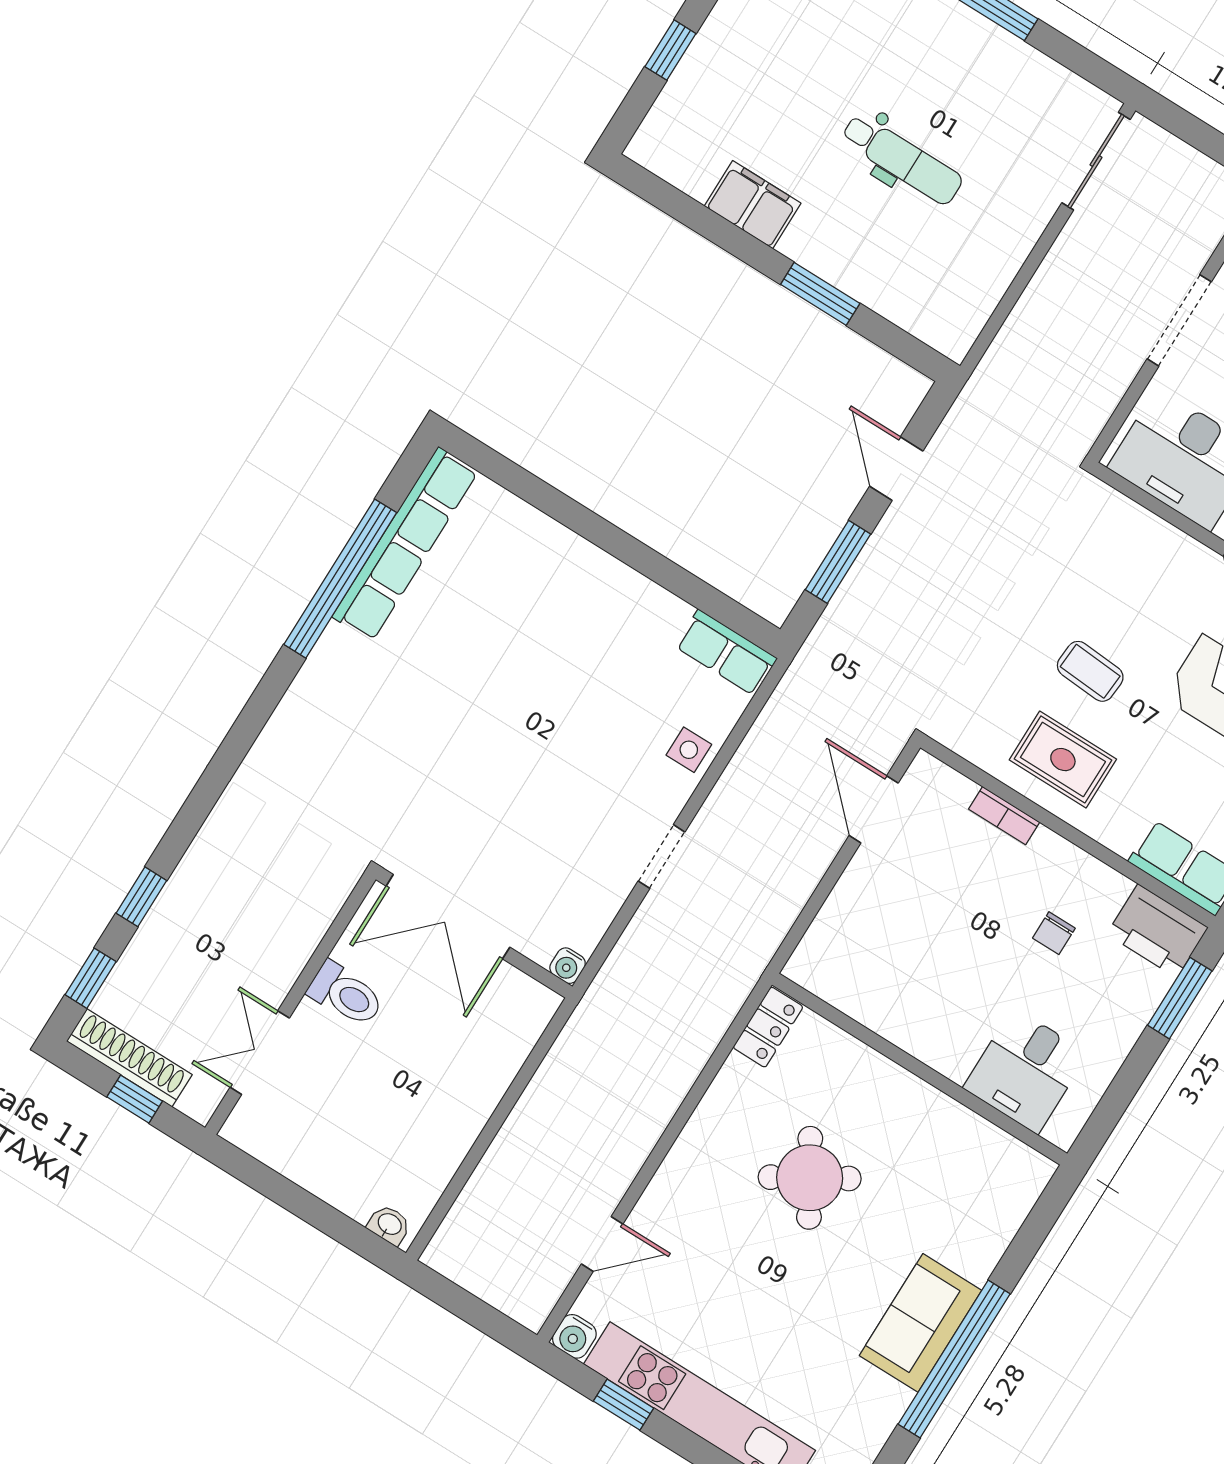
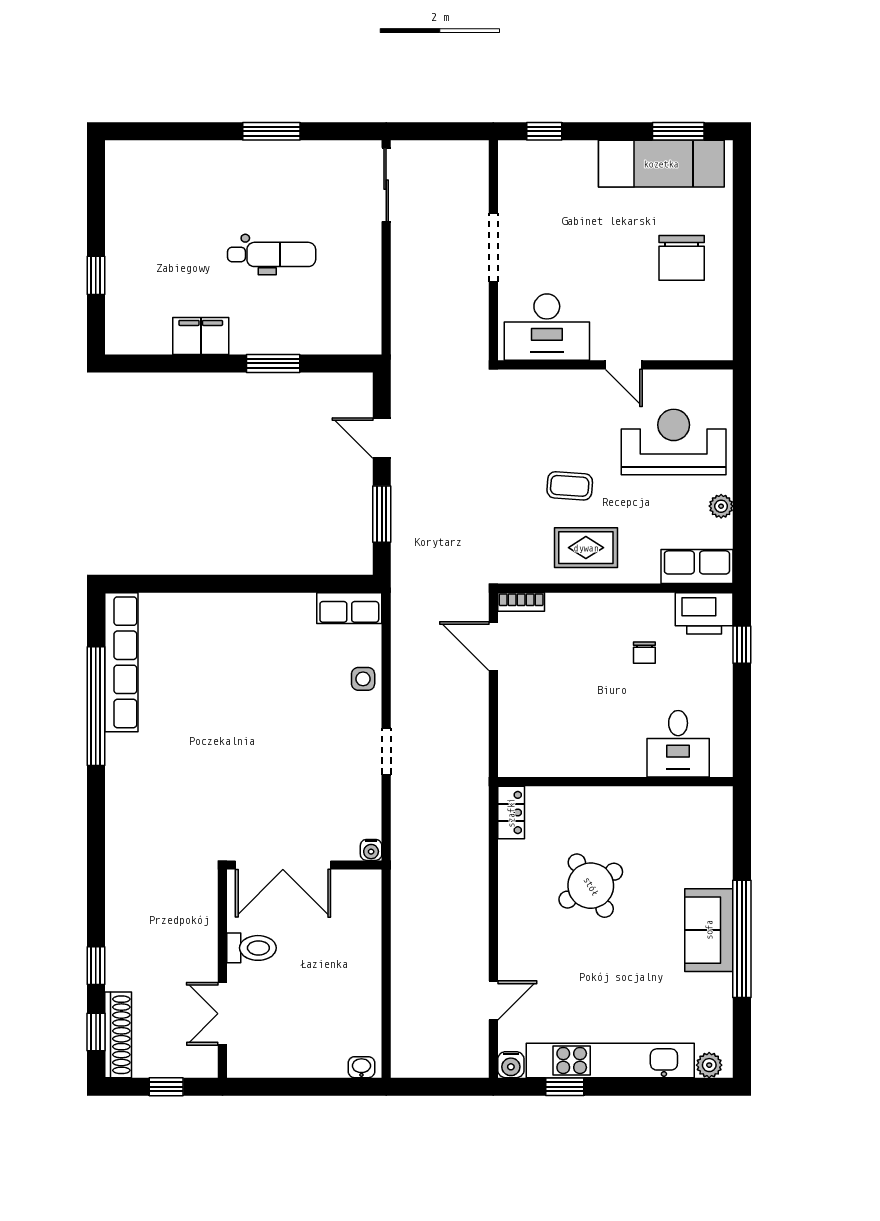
bookcase: (1004, 816) -> (521, 602), moved
window: (1180, 998) -> (742, 645), width x0.67
shoe rack: (129, 1058) -> (118, 1035), moved, turned 90

